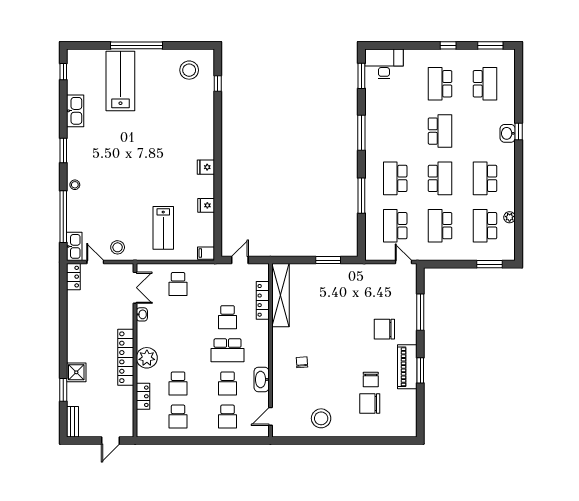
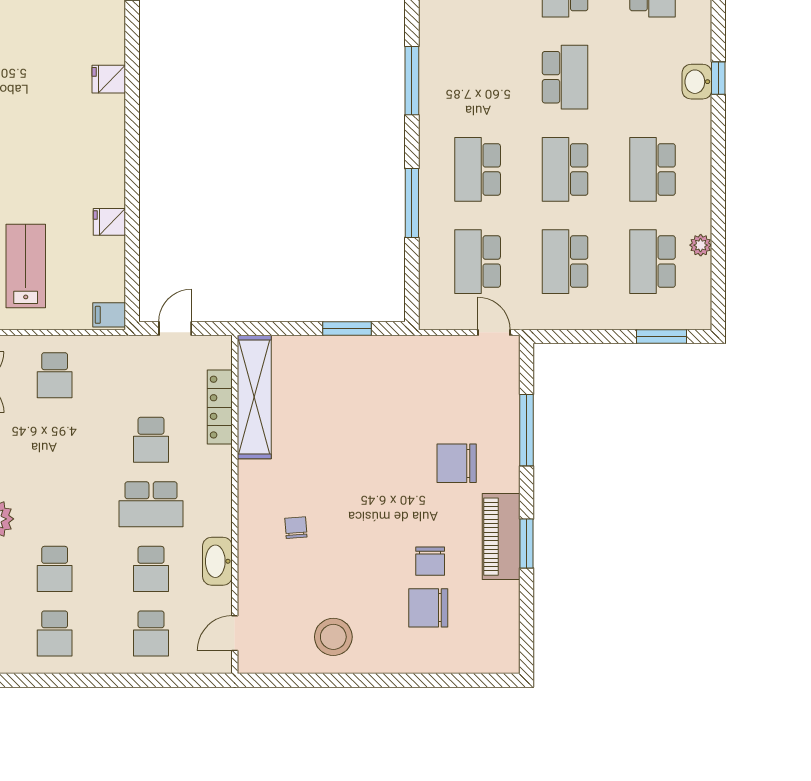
fridge: (206, 167) -> (109, 79), moved
school desk: (440, 178) -> (565, 169), turned 180
lab bench: (163, 228) -> (26, 266), turned 180

